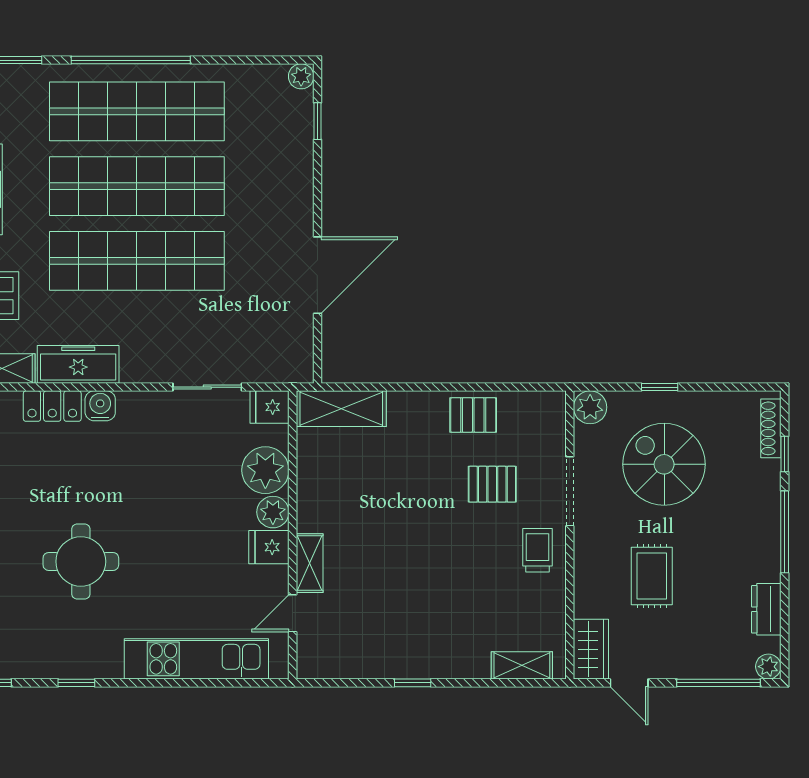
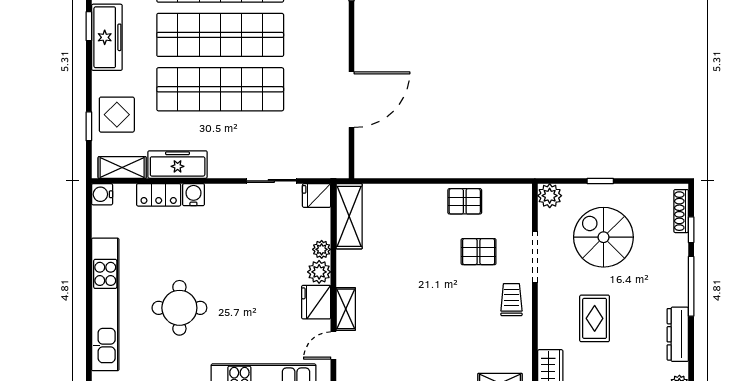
shelving: (341, 409) -> (349, 216), moved, turned 90
plant: (265, 470) -> (322, 249), width x0.53, depth x0.53
fridge: (269, 547) -> (316, 302), width x1.38
dresser: (766, 609) -> (678, 334), width x1.44

